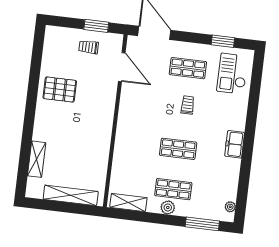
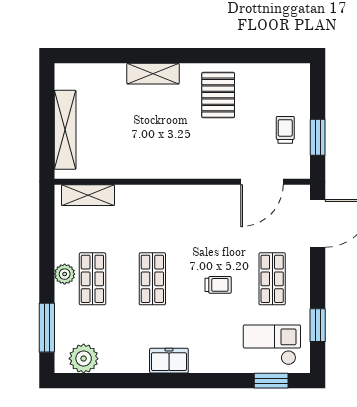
window: (256, 77) -> (271, 381), added
shelving: (37, 159) -> (153, 74), moved
shelving: (128, 203) -> (88, 195), moved, turned 90
plant: (230, 207) -> (84, 359), width x1.88, depth x1.88

